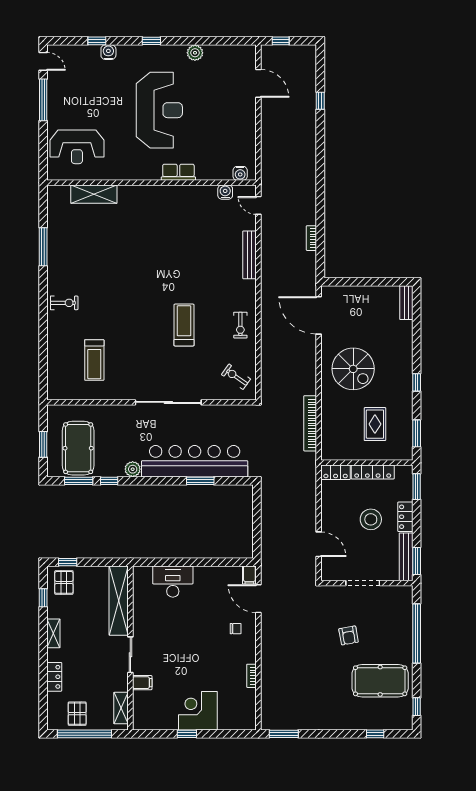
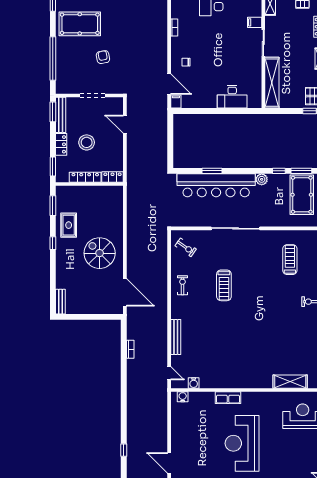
bookcase: (310, 423) -> (131, 213), removed
rug: (375, 424) -> (69, 225), moved

